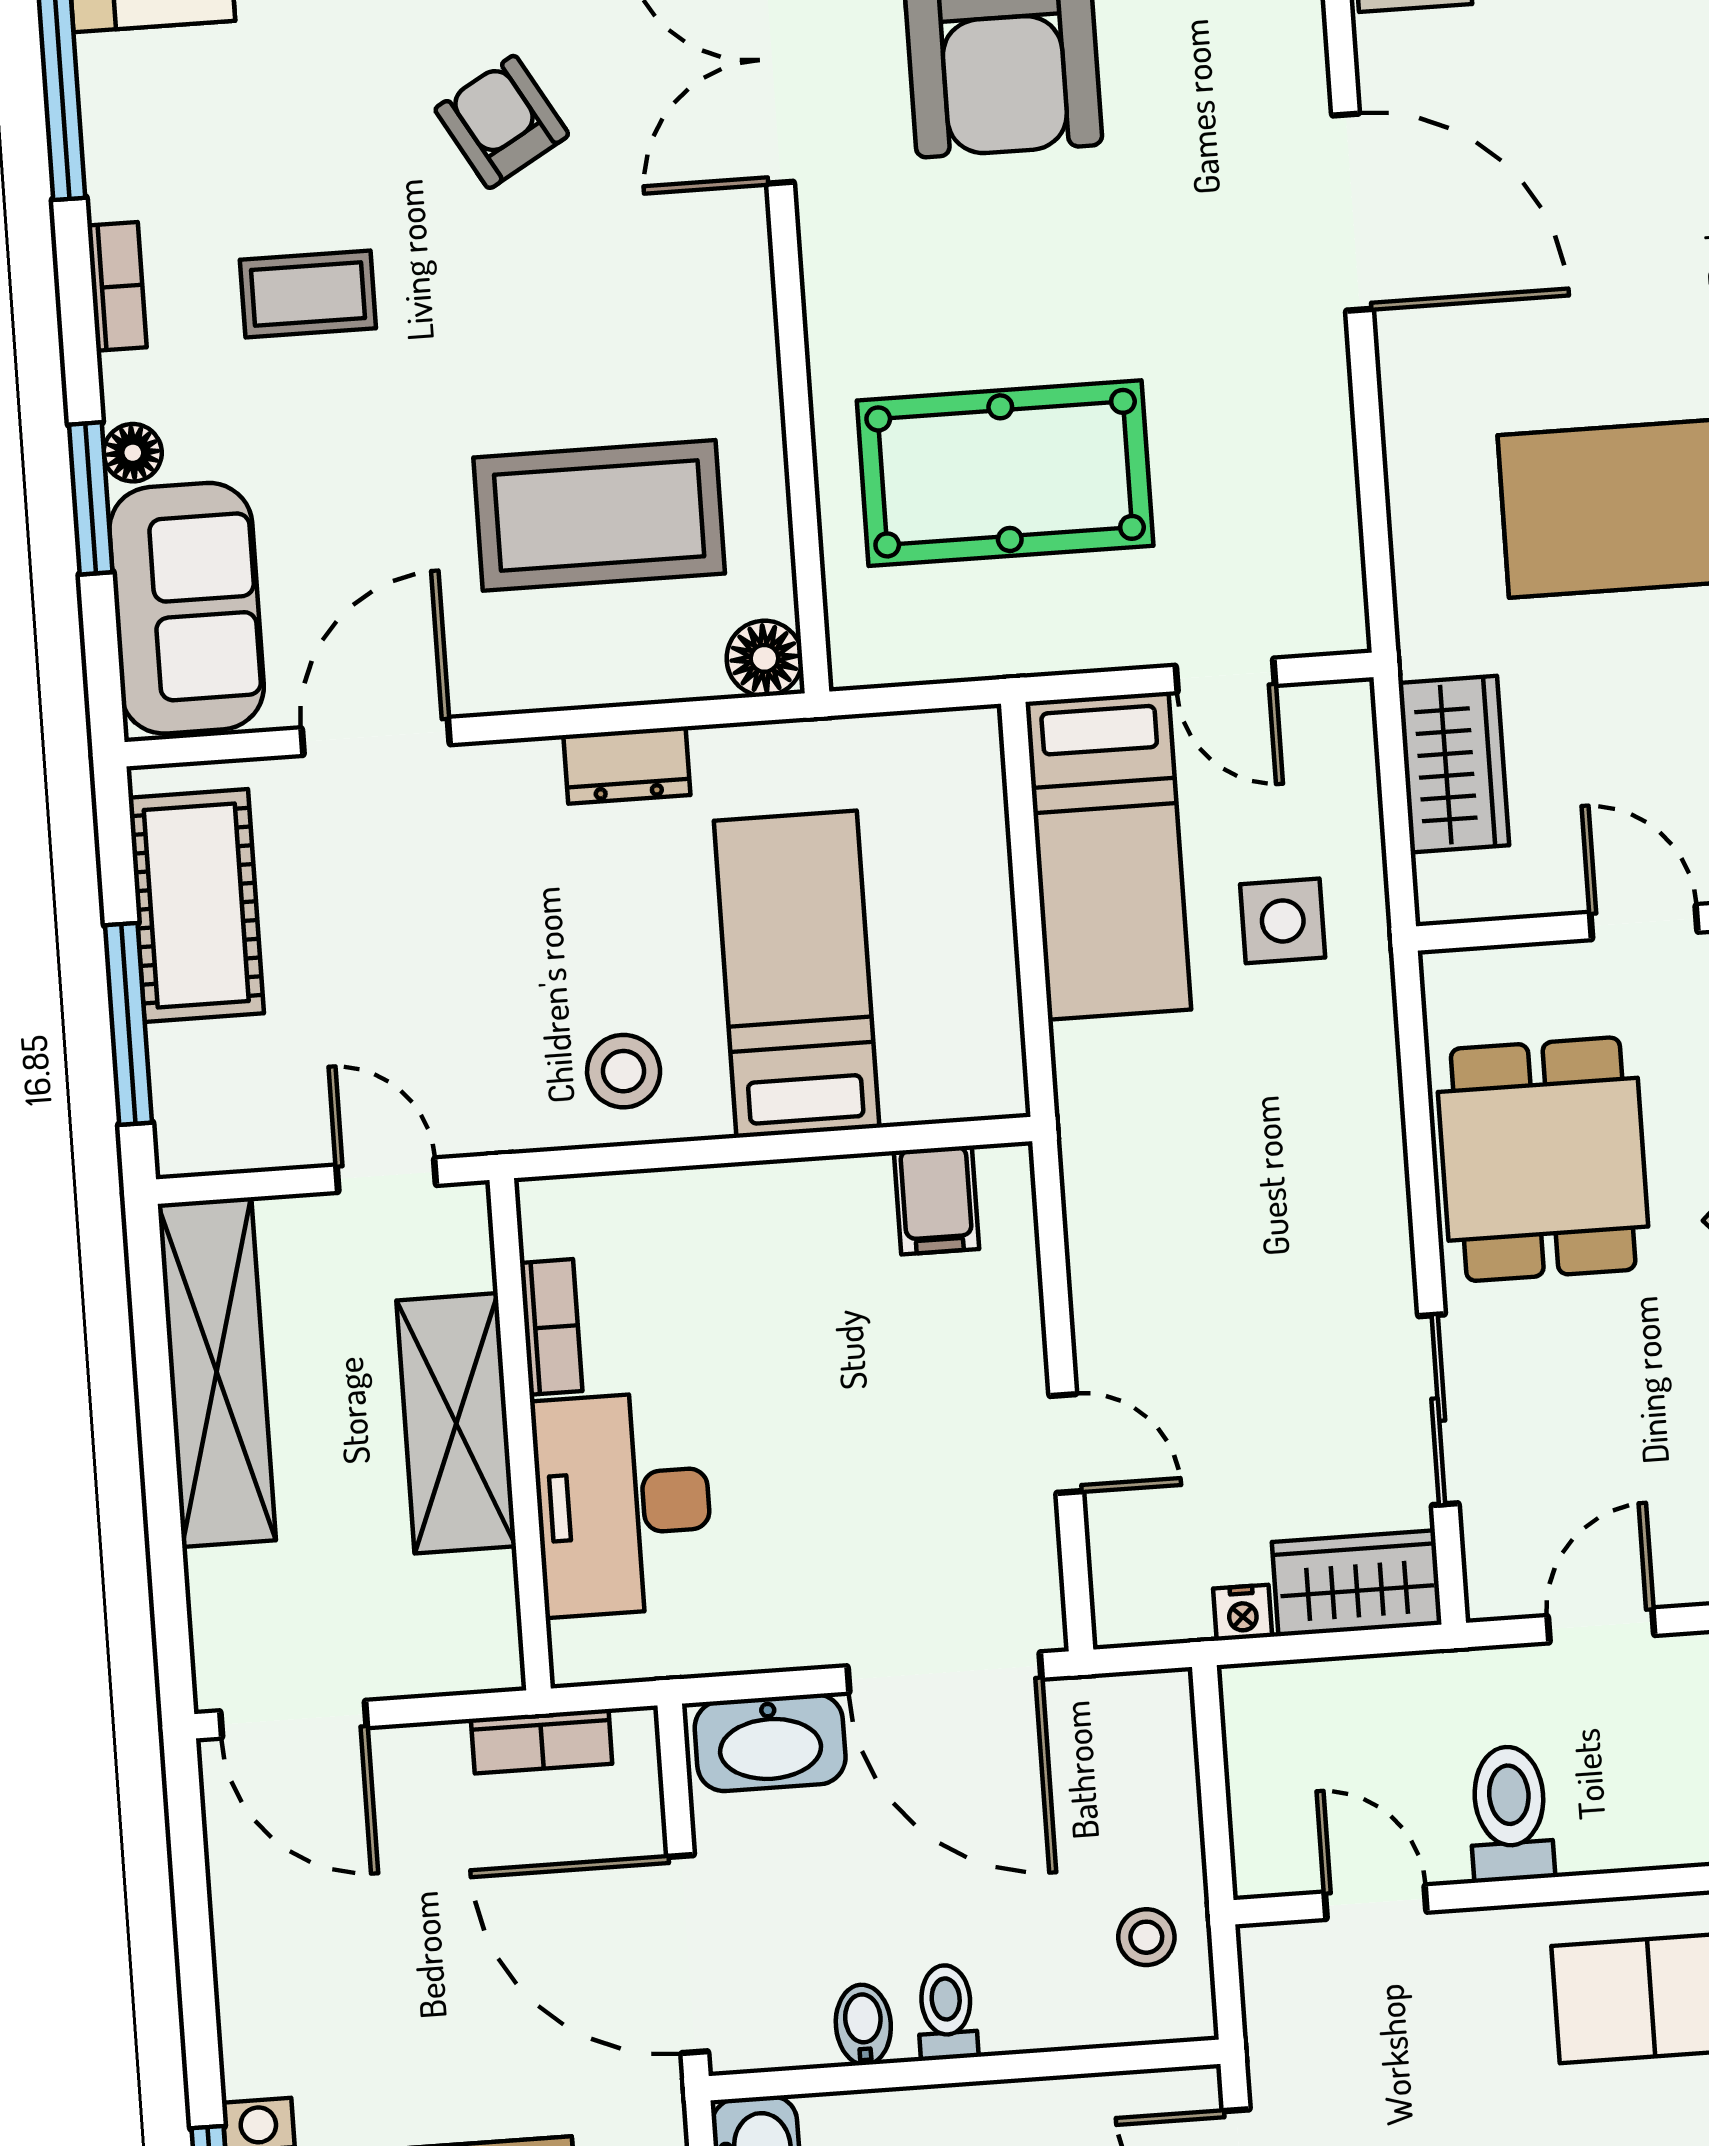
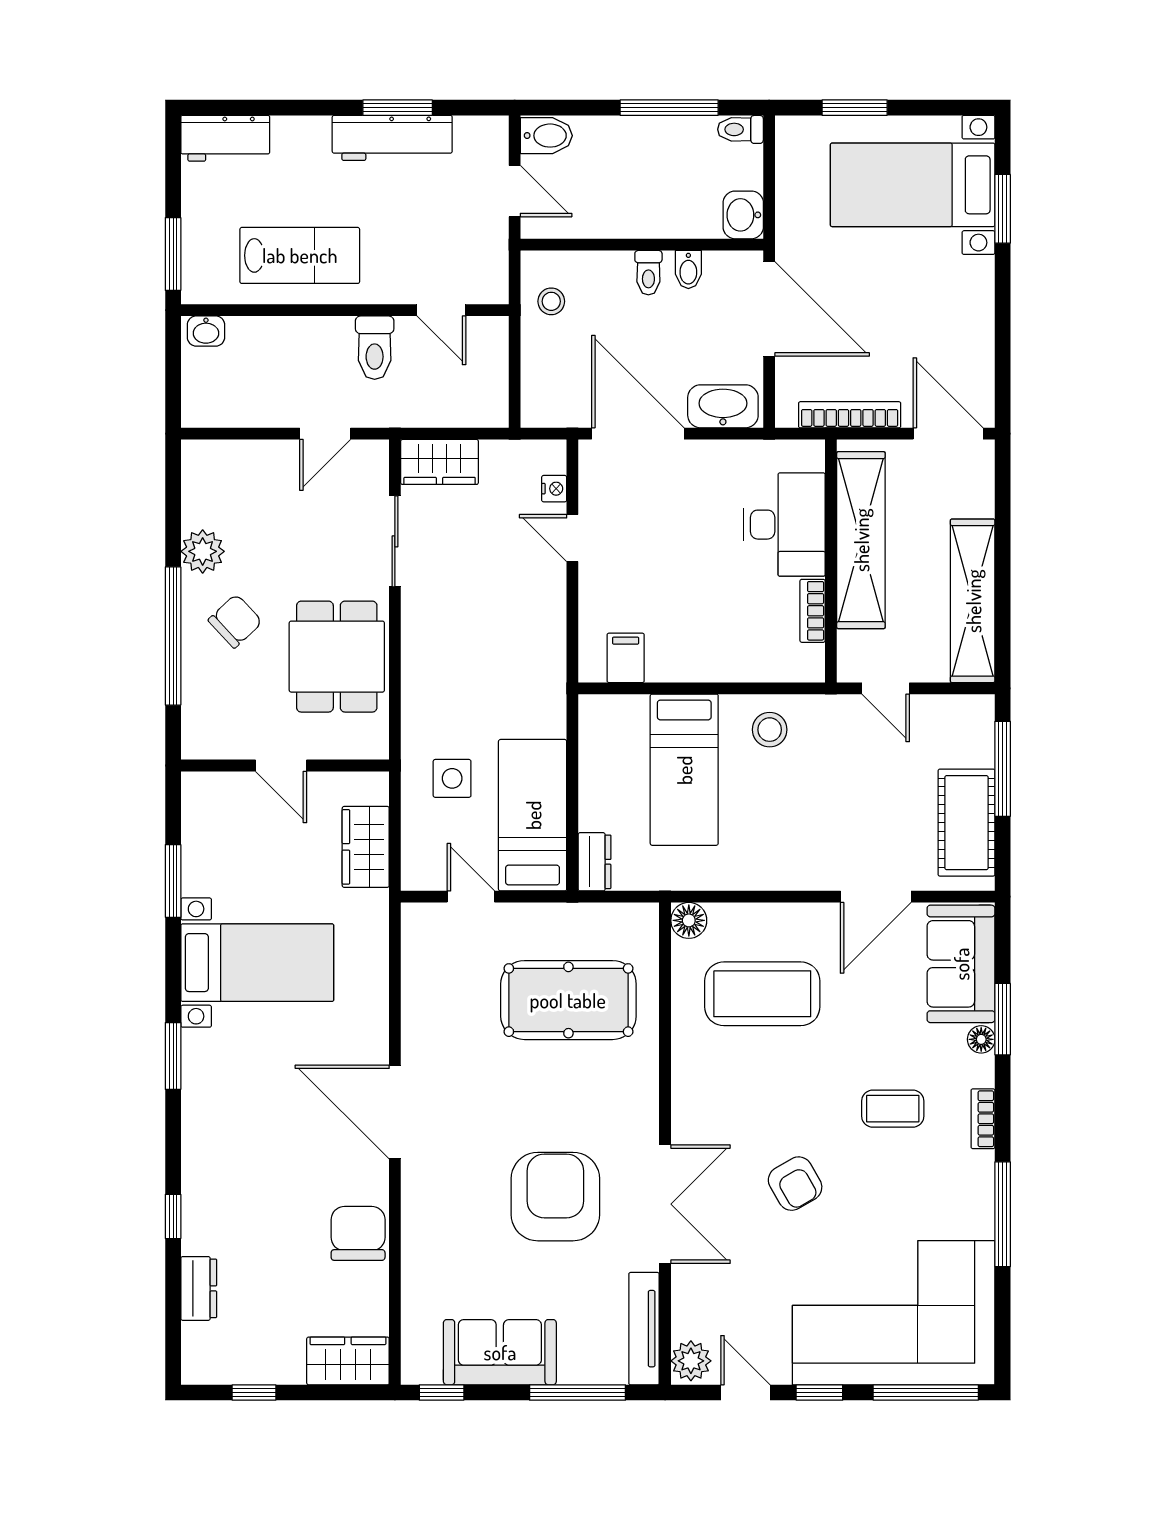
dresser: (627, 765) -> (595, 862), moved, turned 90
shelving: (456, 1423) -> (861, 540), width x1.47
nightstand: (1243, 1613) -> (554, 489), moved, turned 90
bookcase: (542, 1741) -> (850, 415), width x1.56

